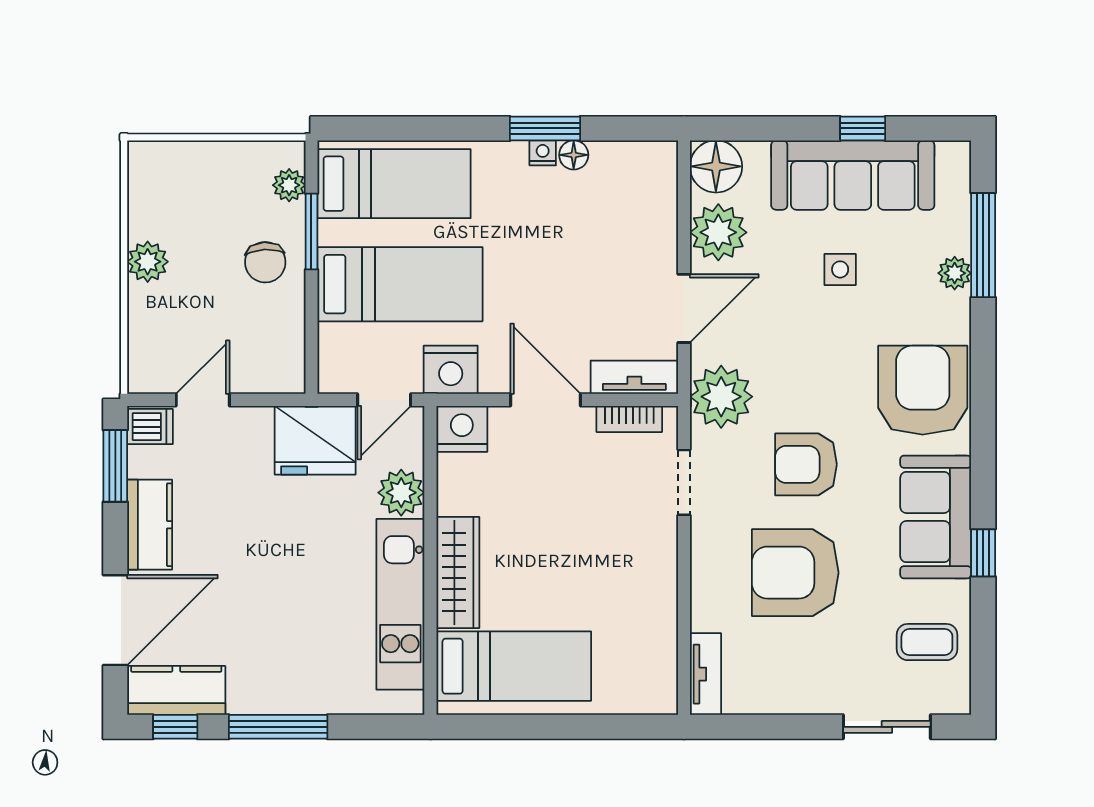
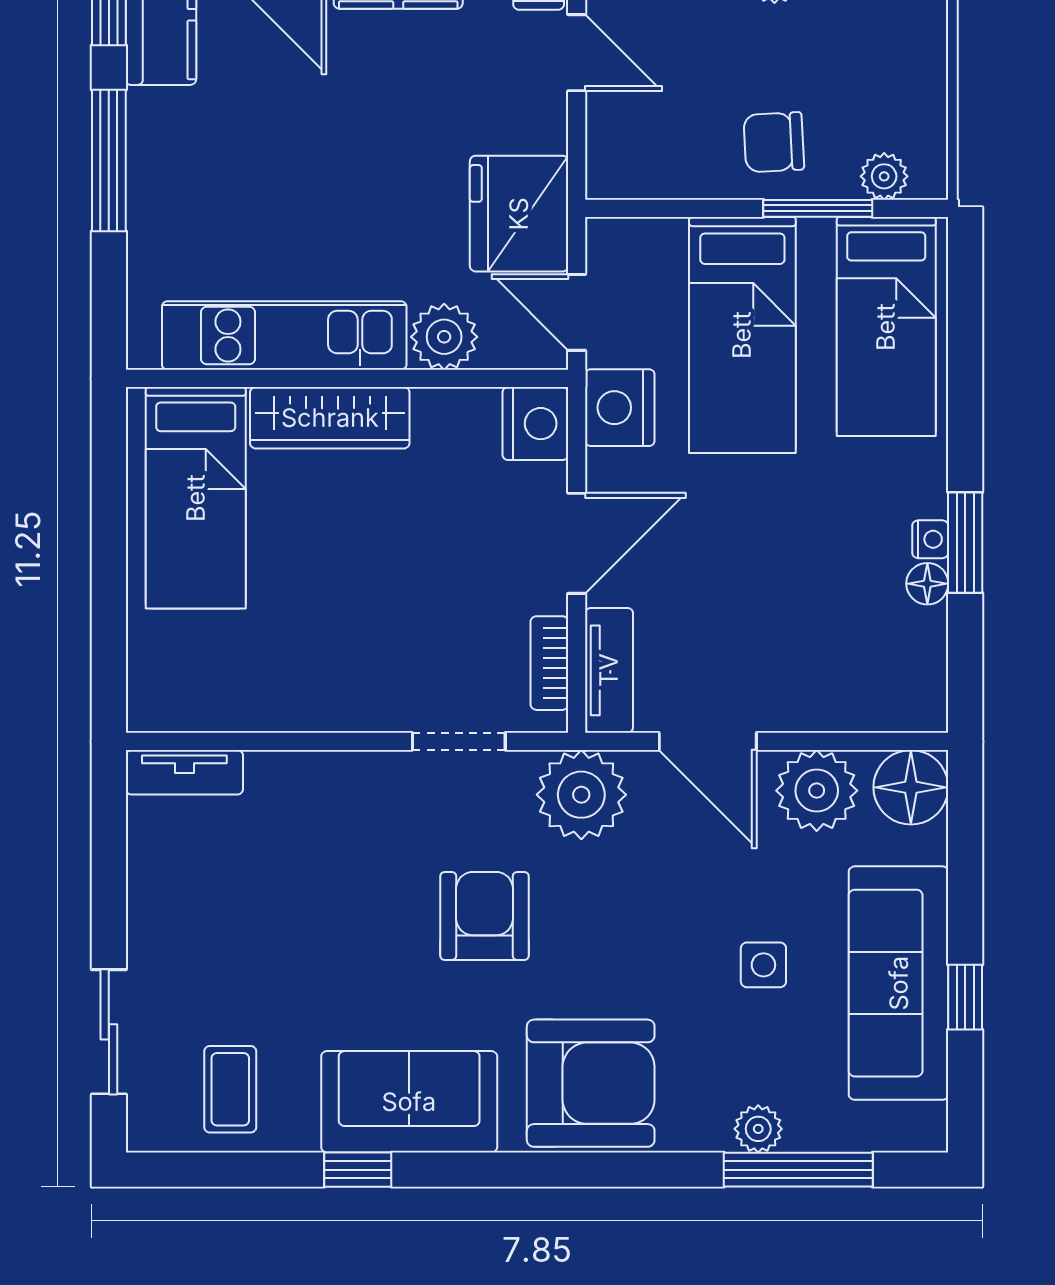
armchair: (795, 573) -> (330, 901), removed

